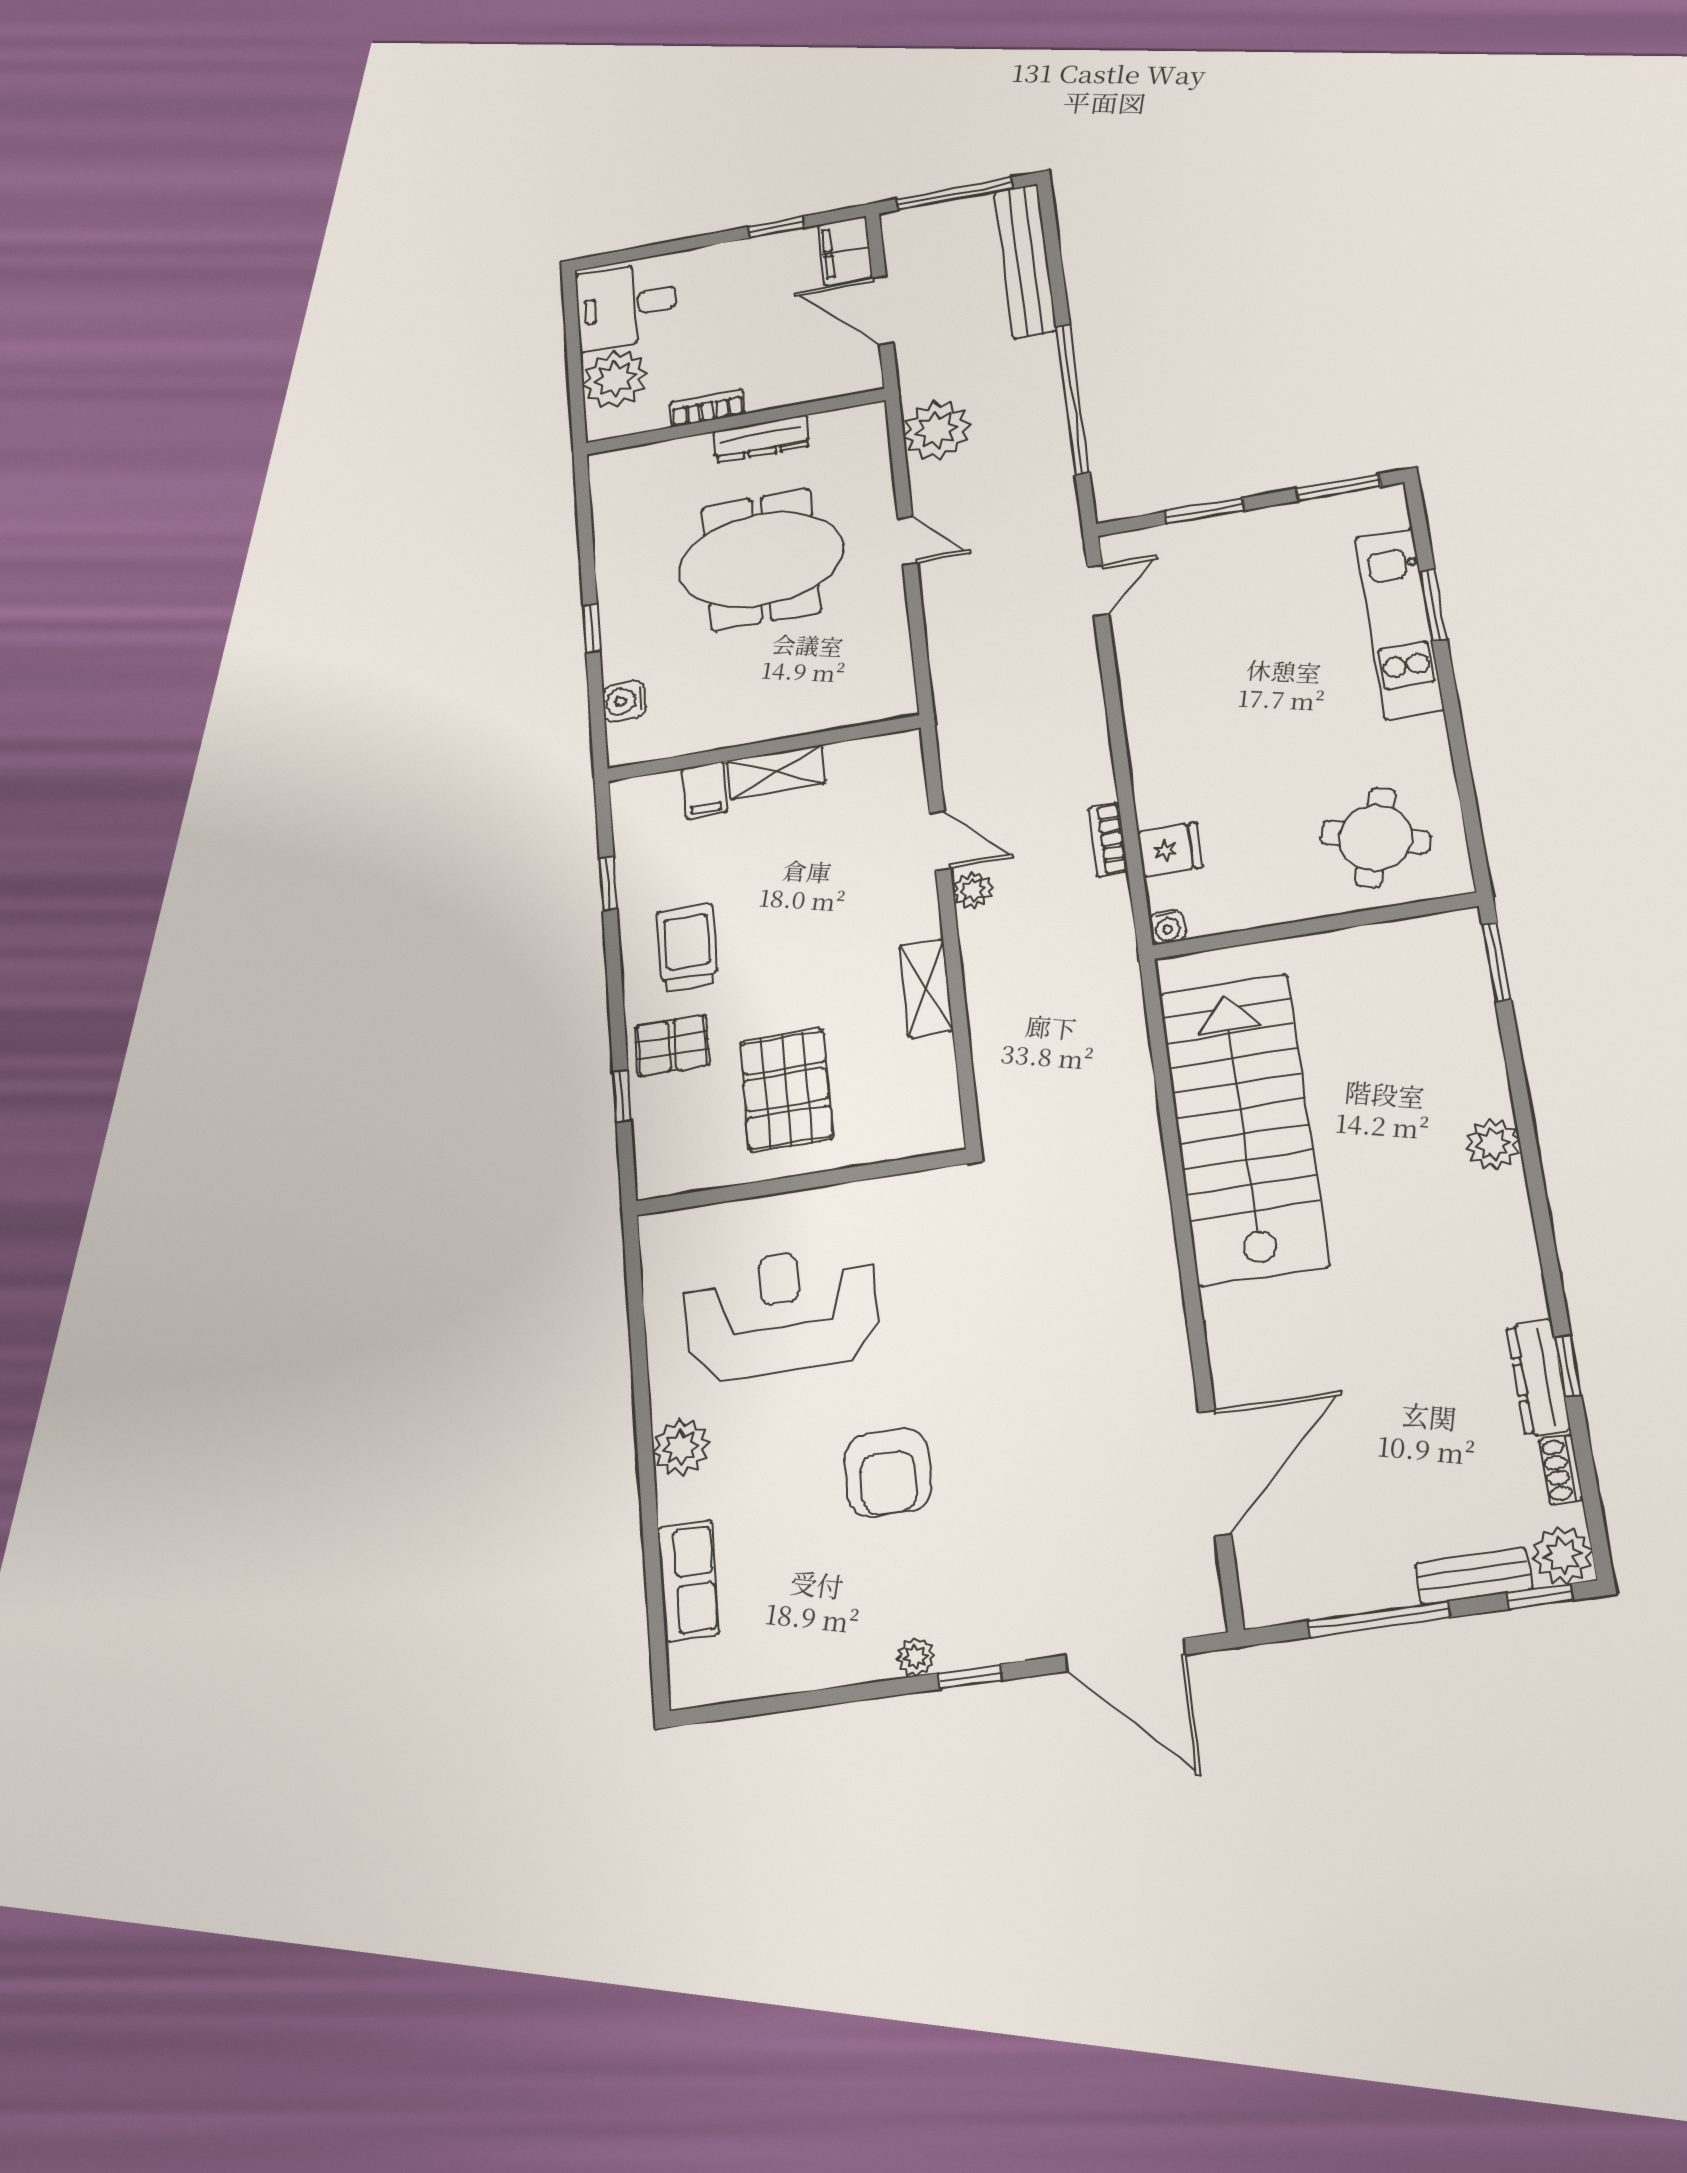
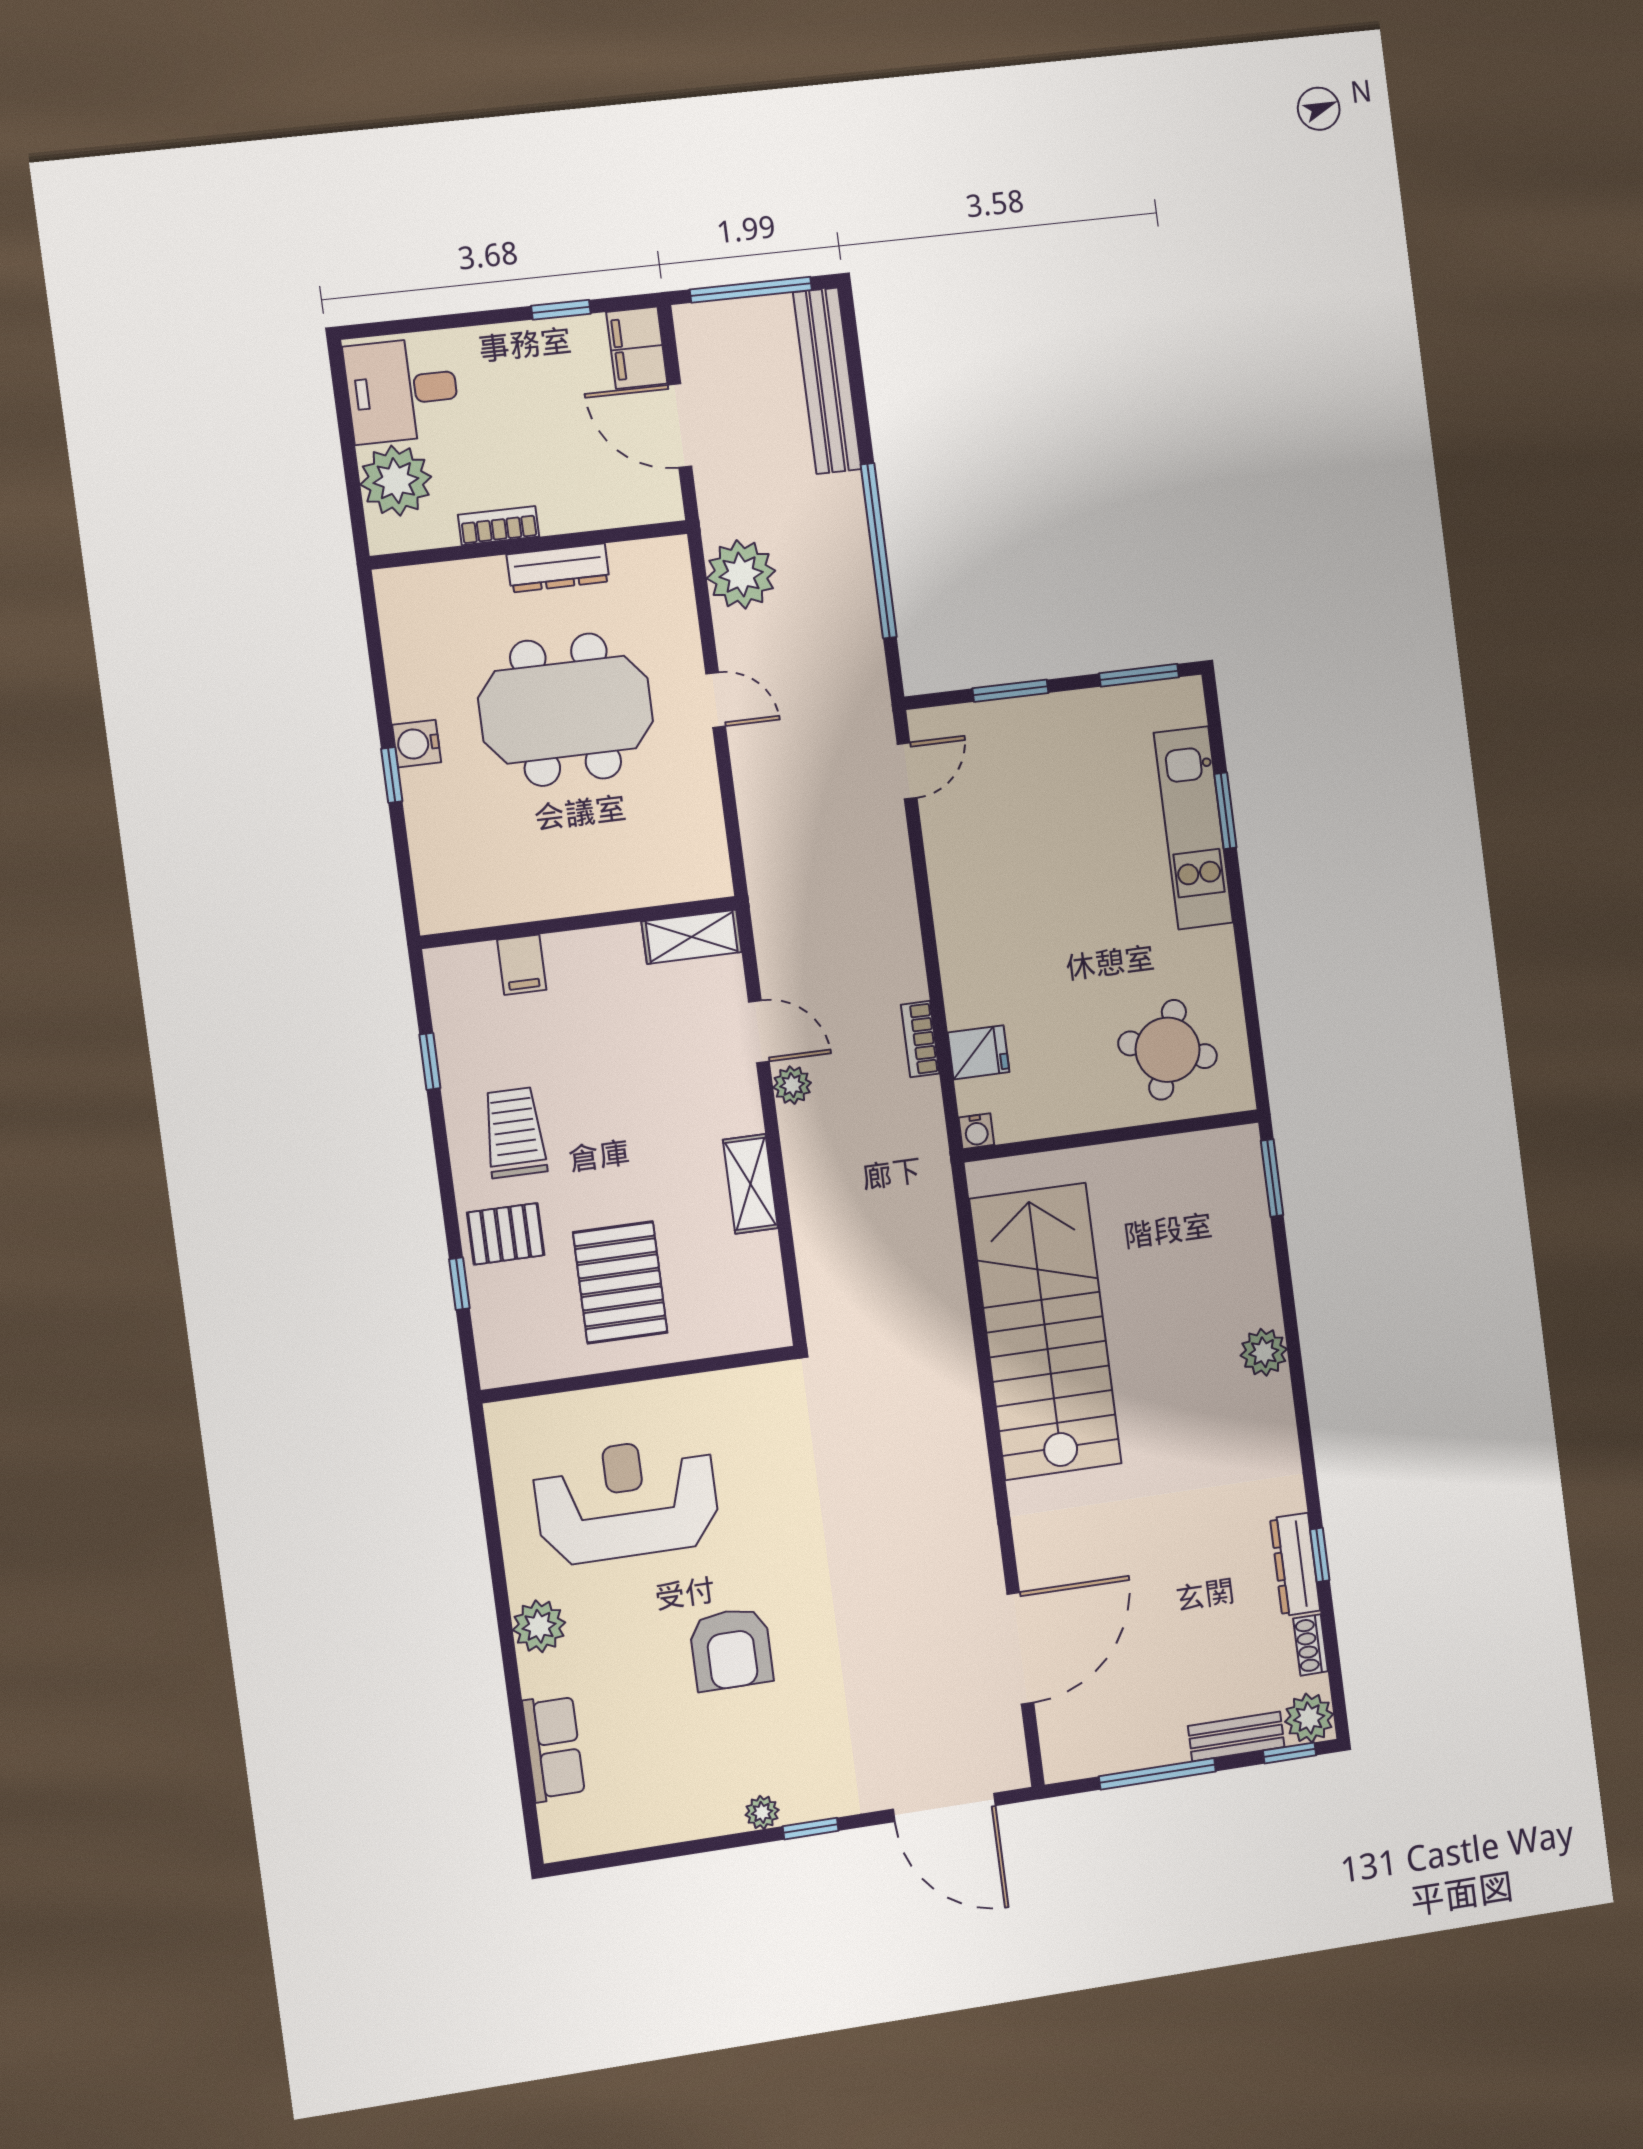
water cooler: (624, 701) -> (417, 744), moved
shelving: (776, 772) -> (692, 937), moved

